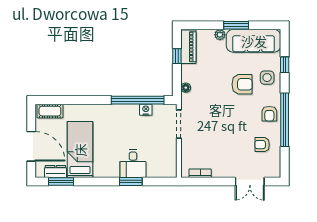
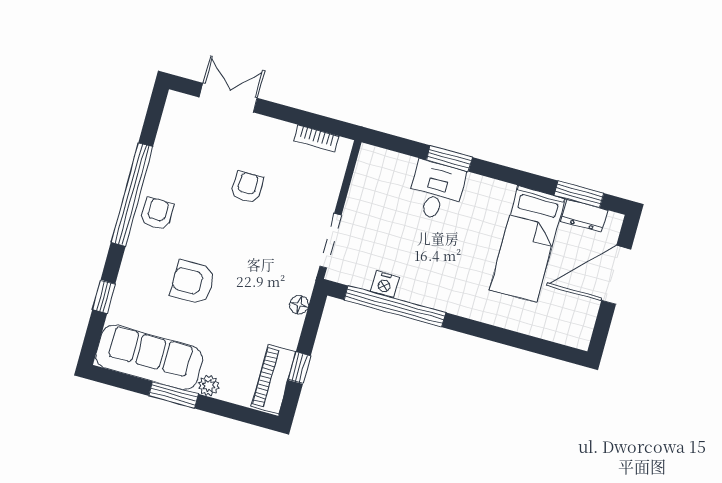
side table: (267, 78) -> (143, 282), removed
cot: (50, 111) -> (563, 331), removed
armchair: (262, 145) -> (247, 187), moved, turned -90
door: (31, 146) -> (616, 275), hinge flipped

